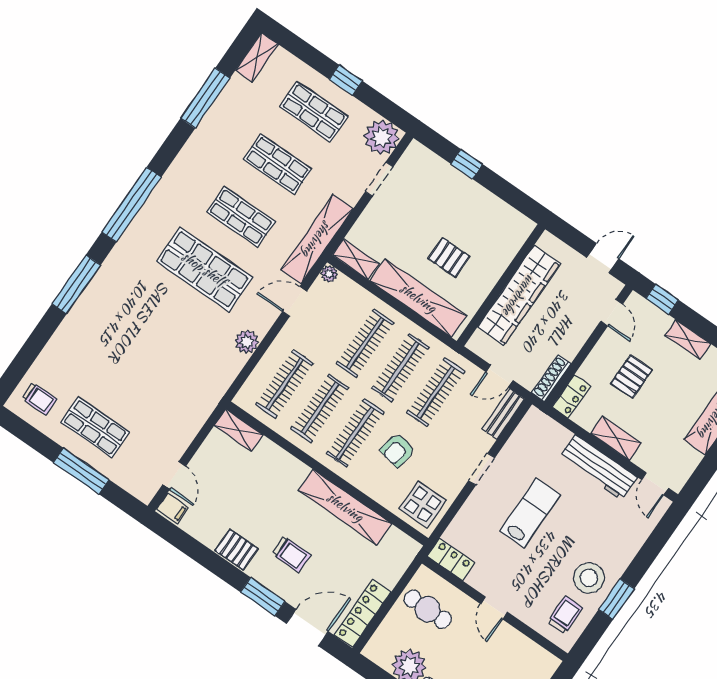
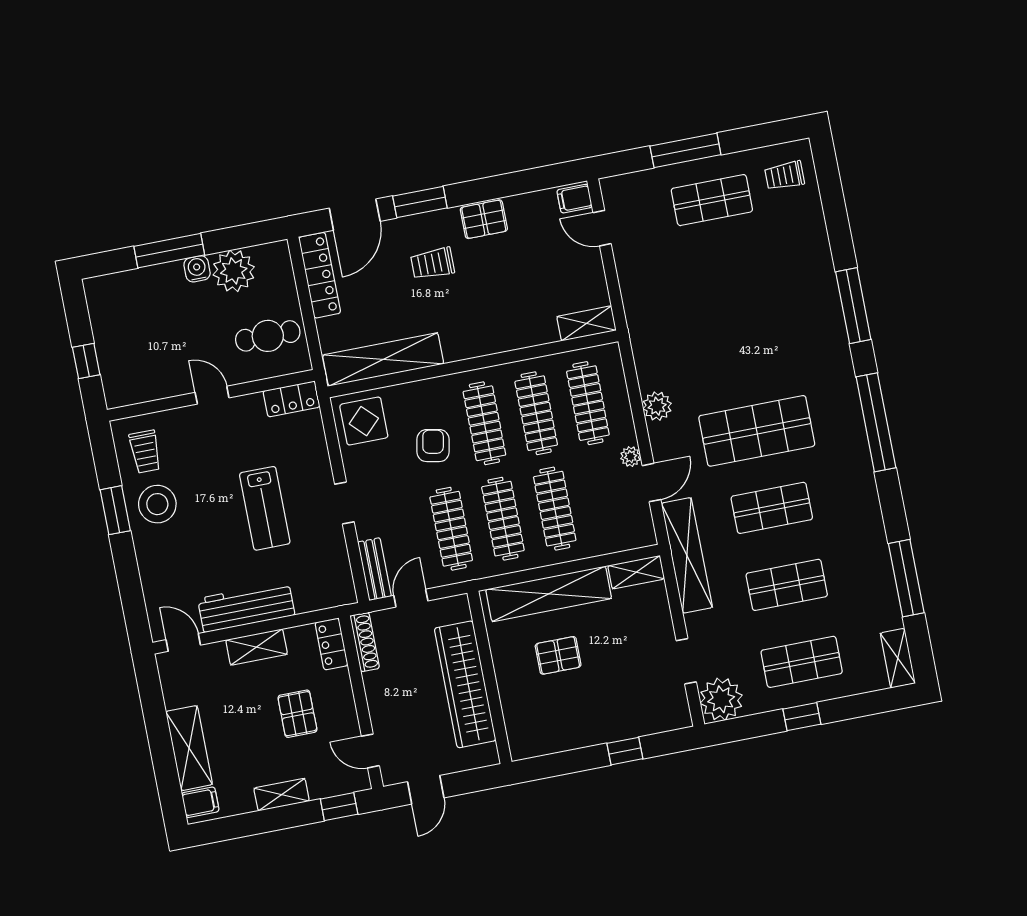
plant: (329, 274) -> (631, 457), moved
shelving: (345, 507) -> (383, 359), moved

